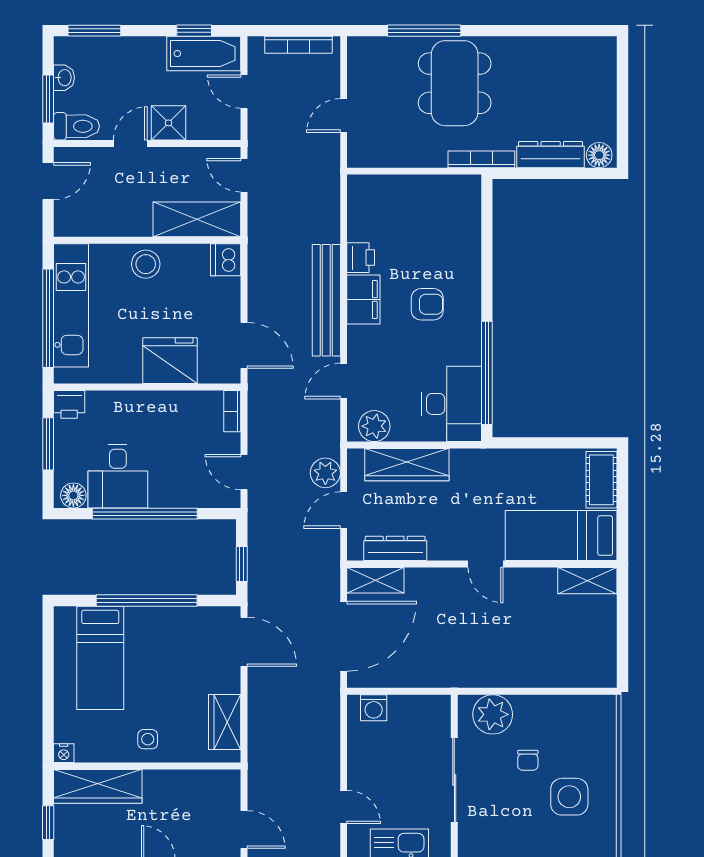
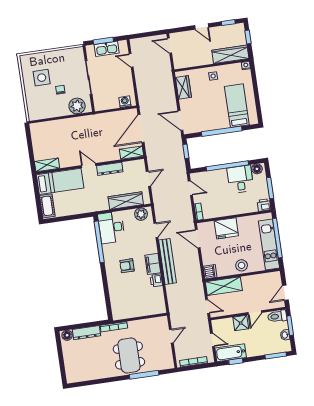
plant: (325, 473) -> (158, 193), removed
dresser: (395, 548) -> (110, 169), moved

